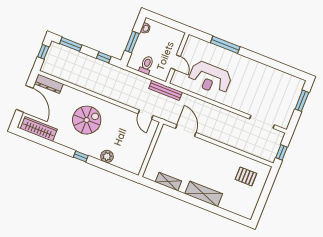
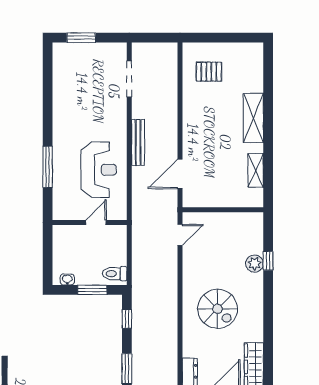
toilet: (146, 65) -> (115, 274), moved
bench: (165, 90) -> (138, 142), moved
spiral stairs: (87, 120) -> (218, 309), turned 180
window: (281, 152) -> (159, 38), removed
window: (81, 156) -> (268, 261), moved
pallet: (246, 176) -> (209, 72), turned 90

